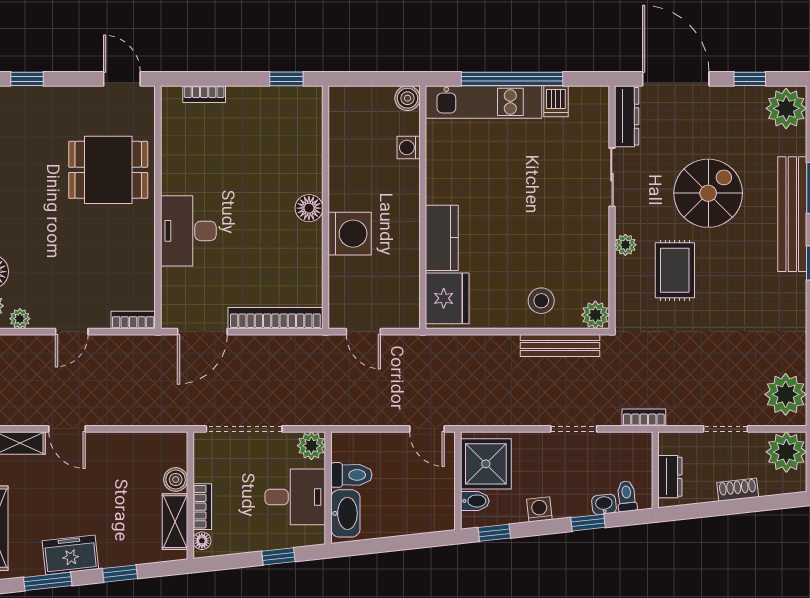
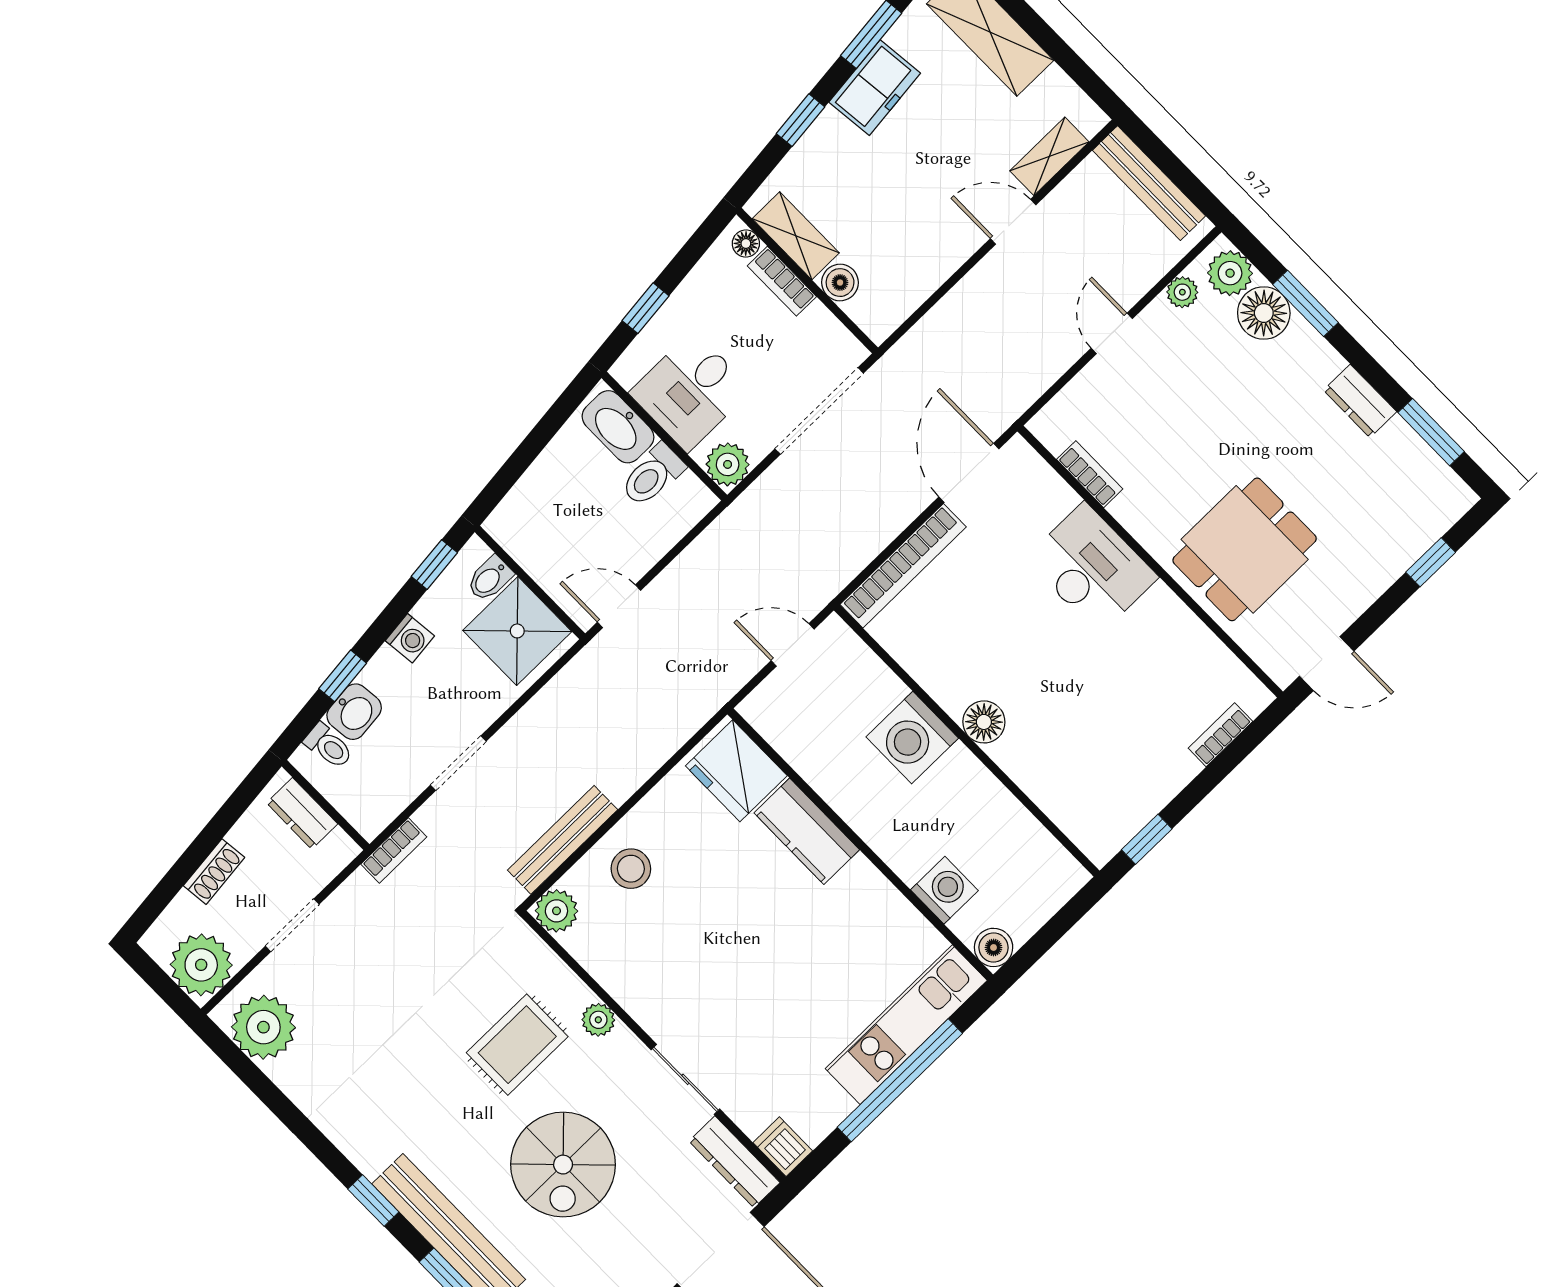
dishwasher: (556, 101) -> (783, 1147), moved
washing machine: (409, 147) -> (944, 890), width x1.38, depth x1.38
rug: (675, 270) -> (517, 1045), turned 90
bookcase: (133, 320) -> (1090, 474), moved, turned -90
washbasin: (604, 504) -> (354, 712), width x1.38, depth x1.45

